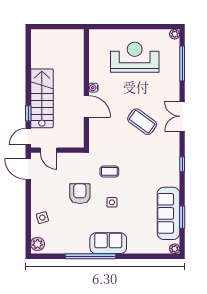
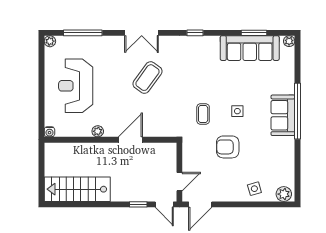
plant: (94, 77) -> (98, 131), added
water cooler: (93, 88) -> (49, 132), moved
stairs: (42, 98) -> (77, 189), moved
window: (91, 256) -> (297, 111), moved

